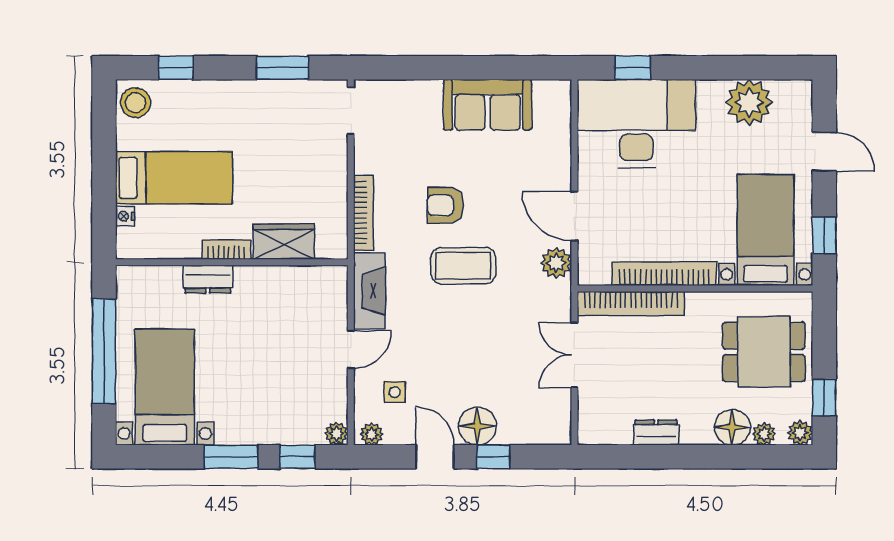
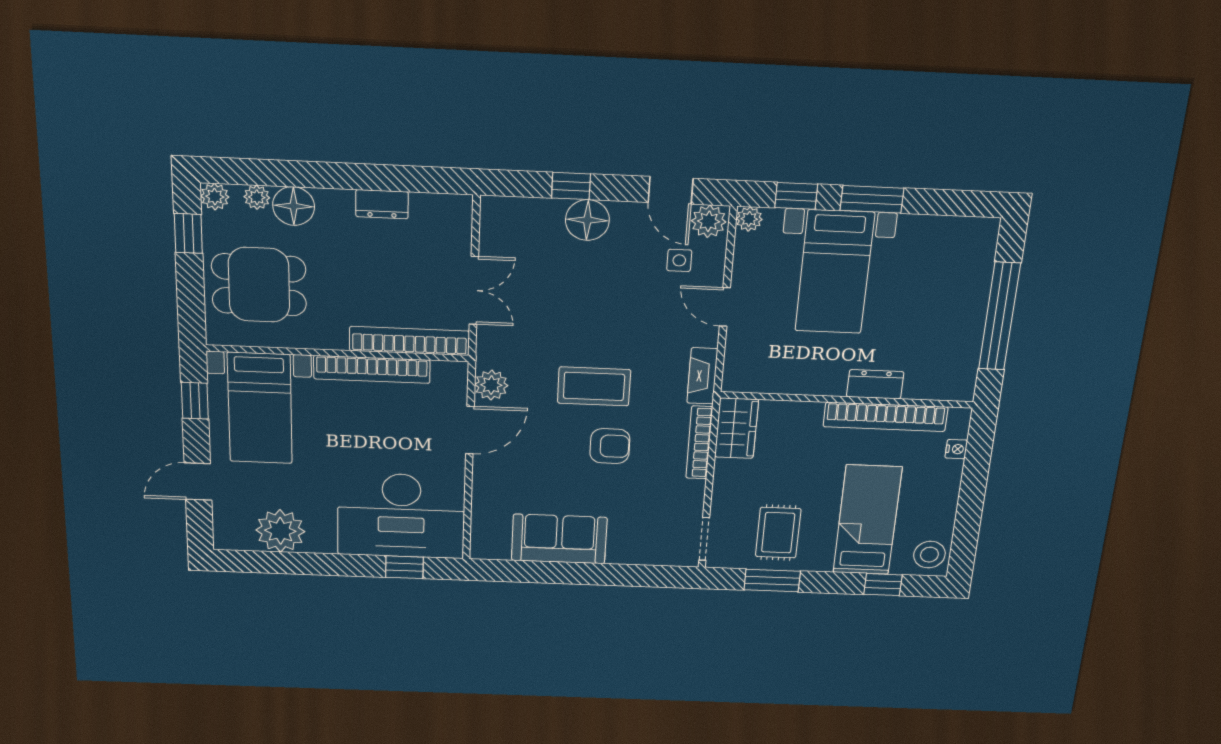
rug: (282, 120) -> (778, 533), added
door: (824, 152) -> (198, 482), hinge flipped
bed: (174, 178) -> (867, 520), moved, turned 90
door: (574, 216) -> (470, 430), hinge flipped
wardrobe: (284, 242) -> (737, 428), moved, turned -90
bookcase: (226, 250) -> (886, 417), width x2.31, depth x1.31
fireplace: (369, 291) -> (702, 376), width x0.73, depth x0.76
door: (351, 349) -> (725, 307), hinge flipped
bed with nightstands: (165, 387) -> (835, 272), moved
plant: (372, 434) -> (709, 221), width x1.38, depth x1.38
door: (435, 457) -> (671, 190), moved

